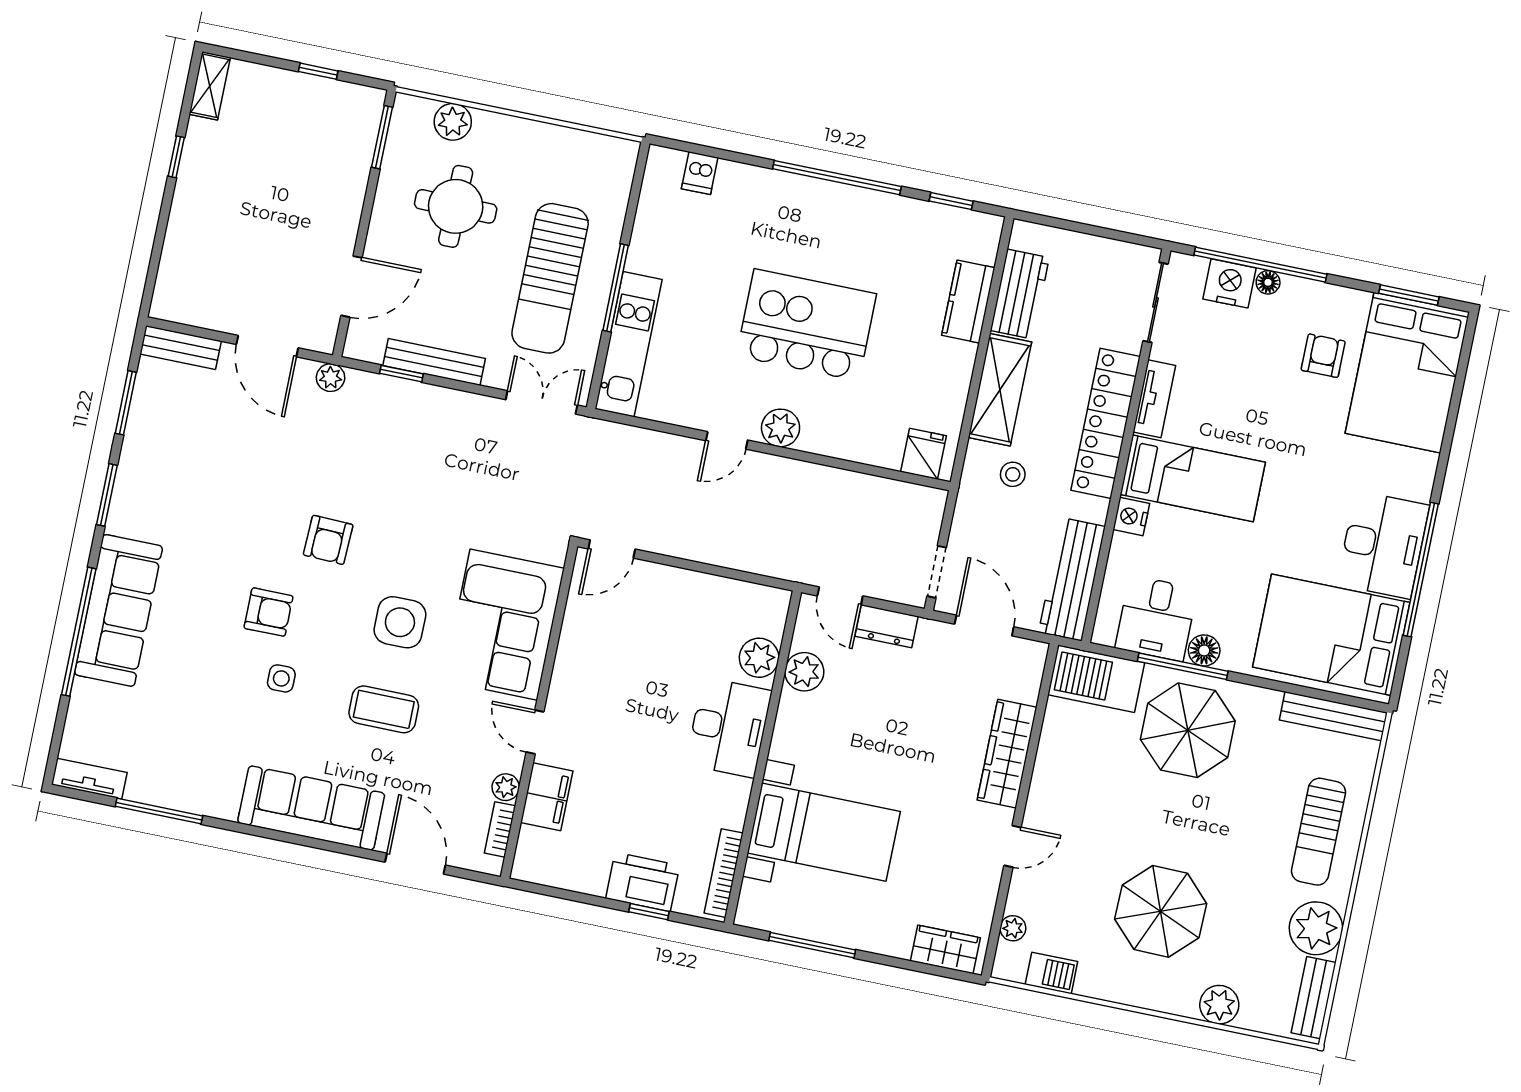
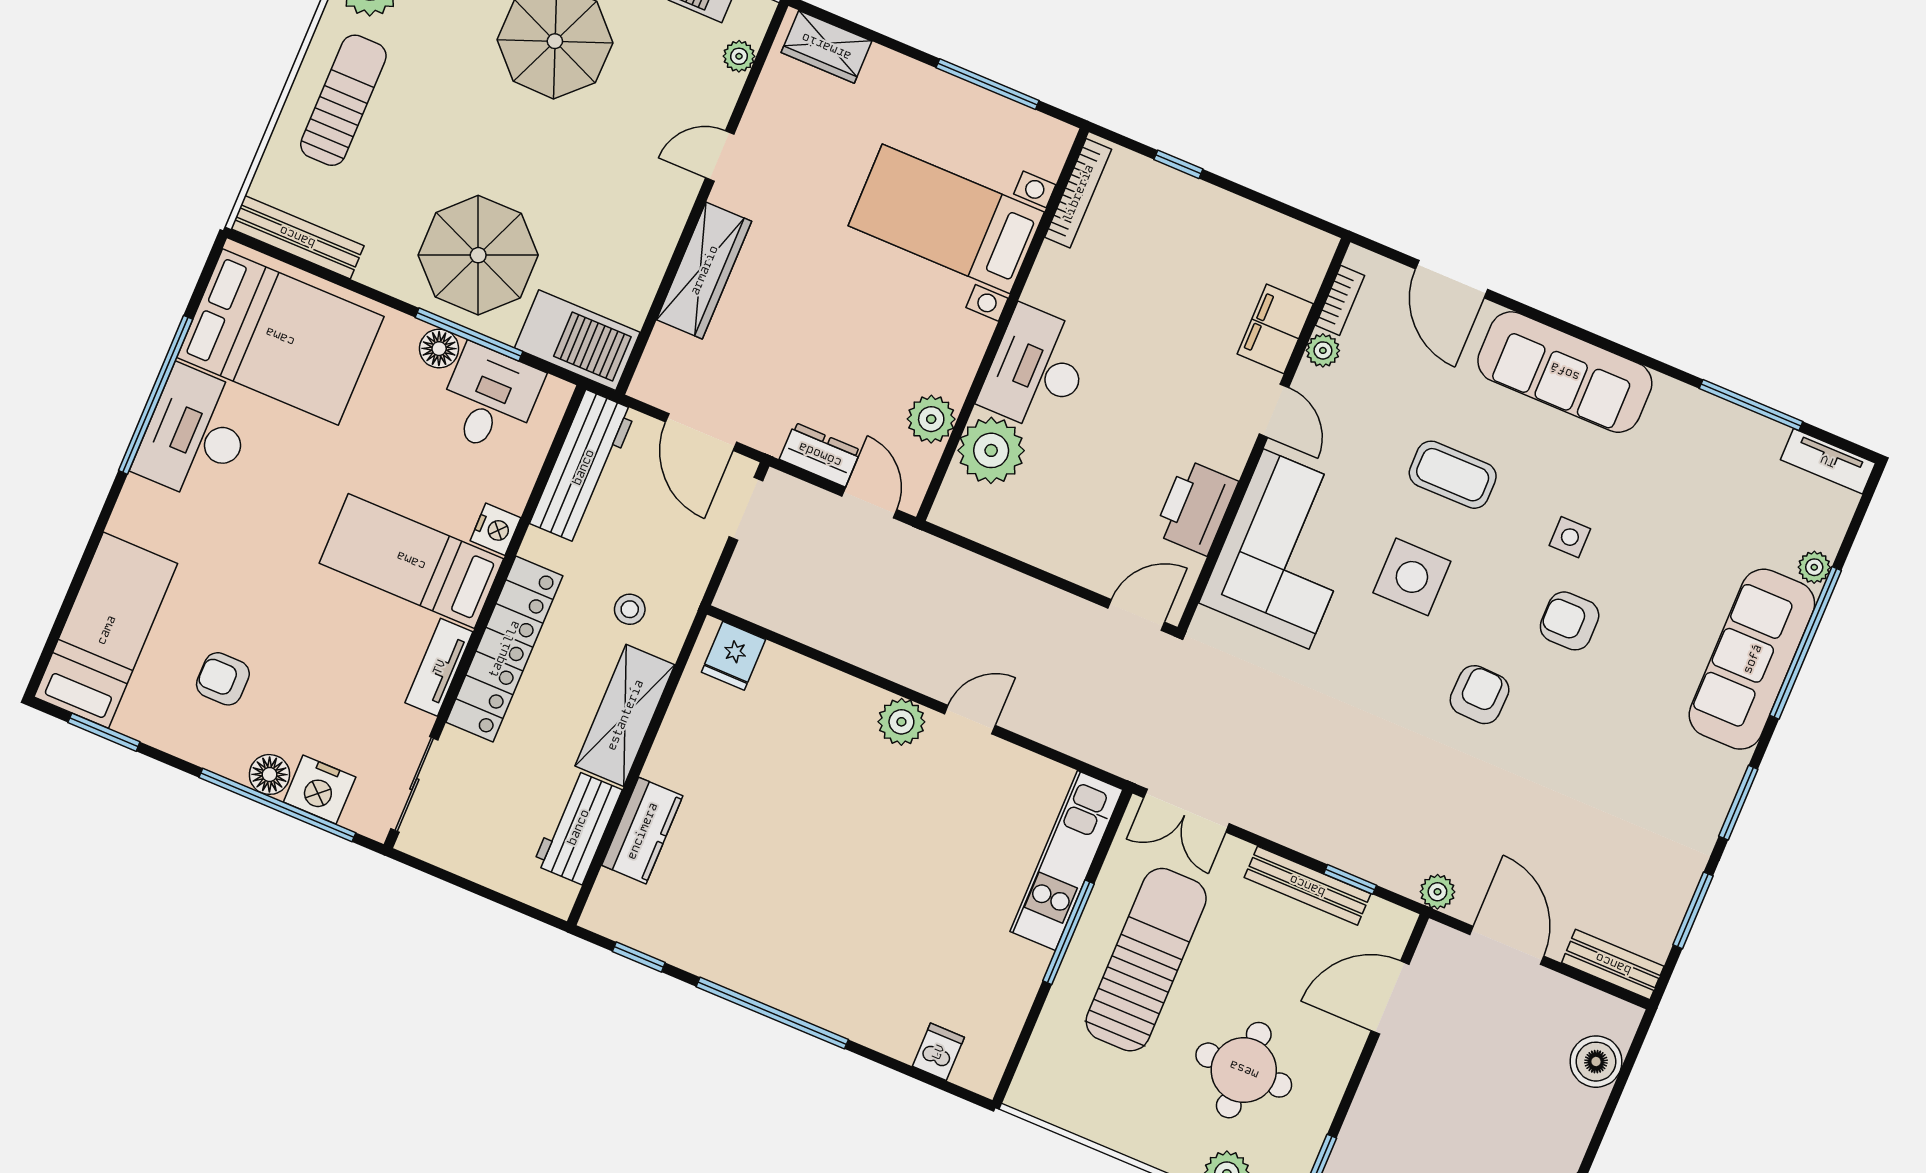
boiler: (179, 268) -> (1596, 1062), added
floor lamp: (1268, 282) -> (270, 774), width x1.37, depth x1.37
kitchen island: (806, 325) -> (845, 841), removed
armchair: (1323, 356) -> (223, 679), turned 90
bed: (1407, 373) -> (106, 630), width x0.67
plant: (759, 658) -> (991, 450), width x1.36, depth x1.36
plant: (84, 693) -> (1814, 567), added
printer: (643, 882) -> (1196, 507), moved, turned 90

